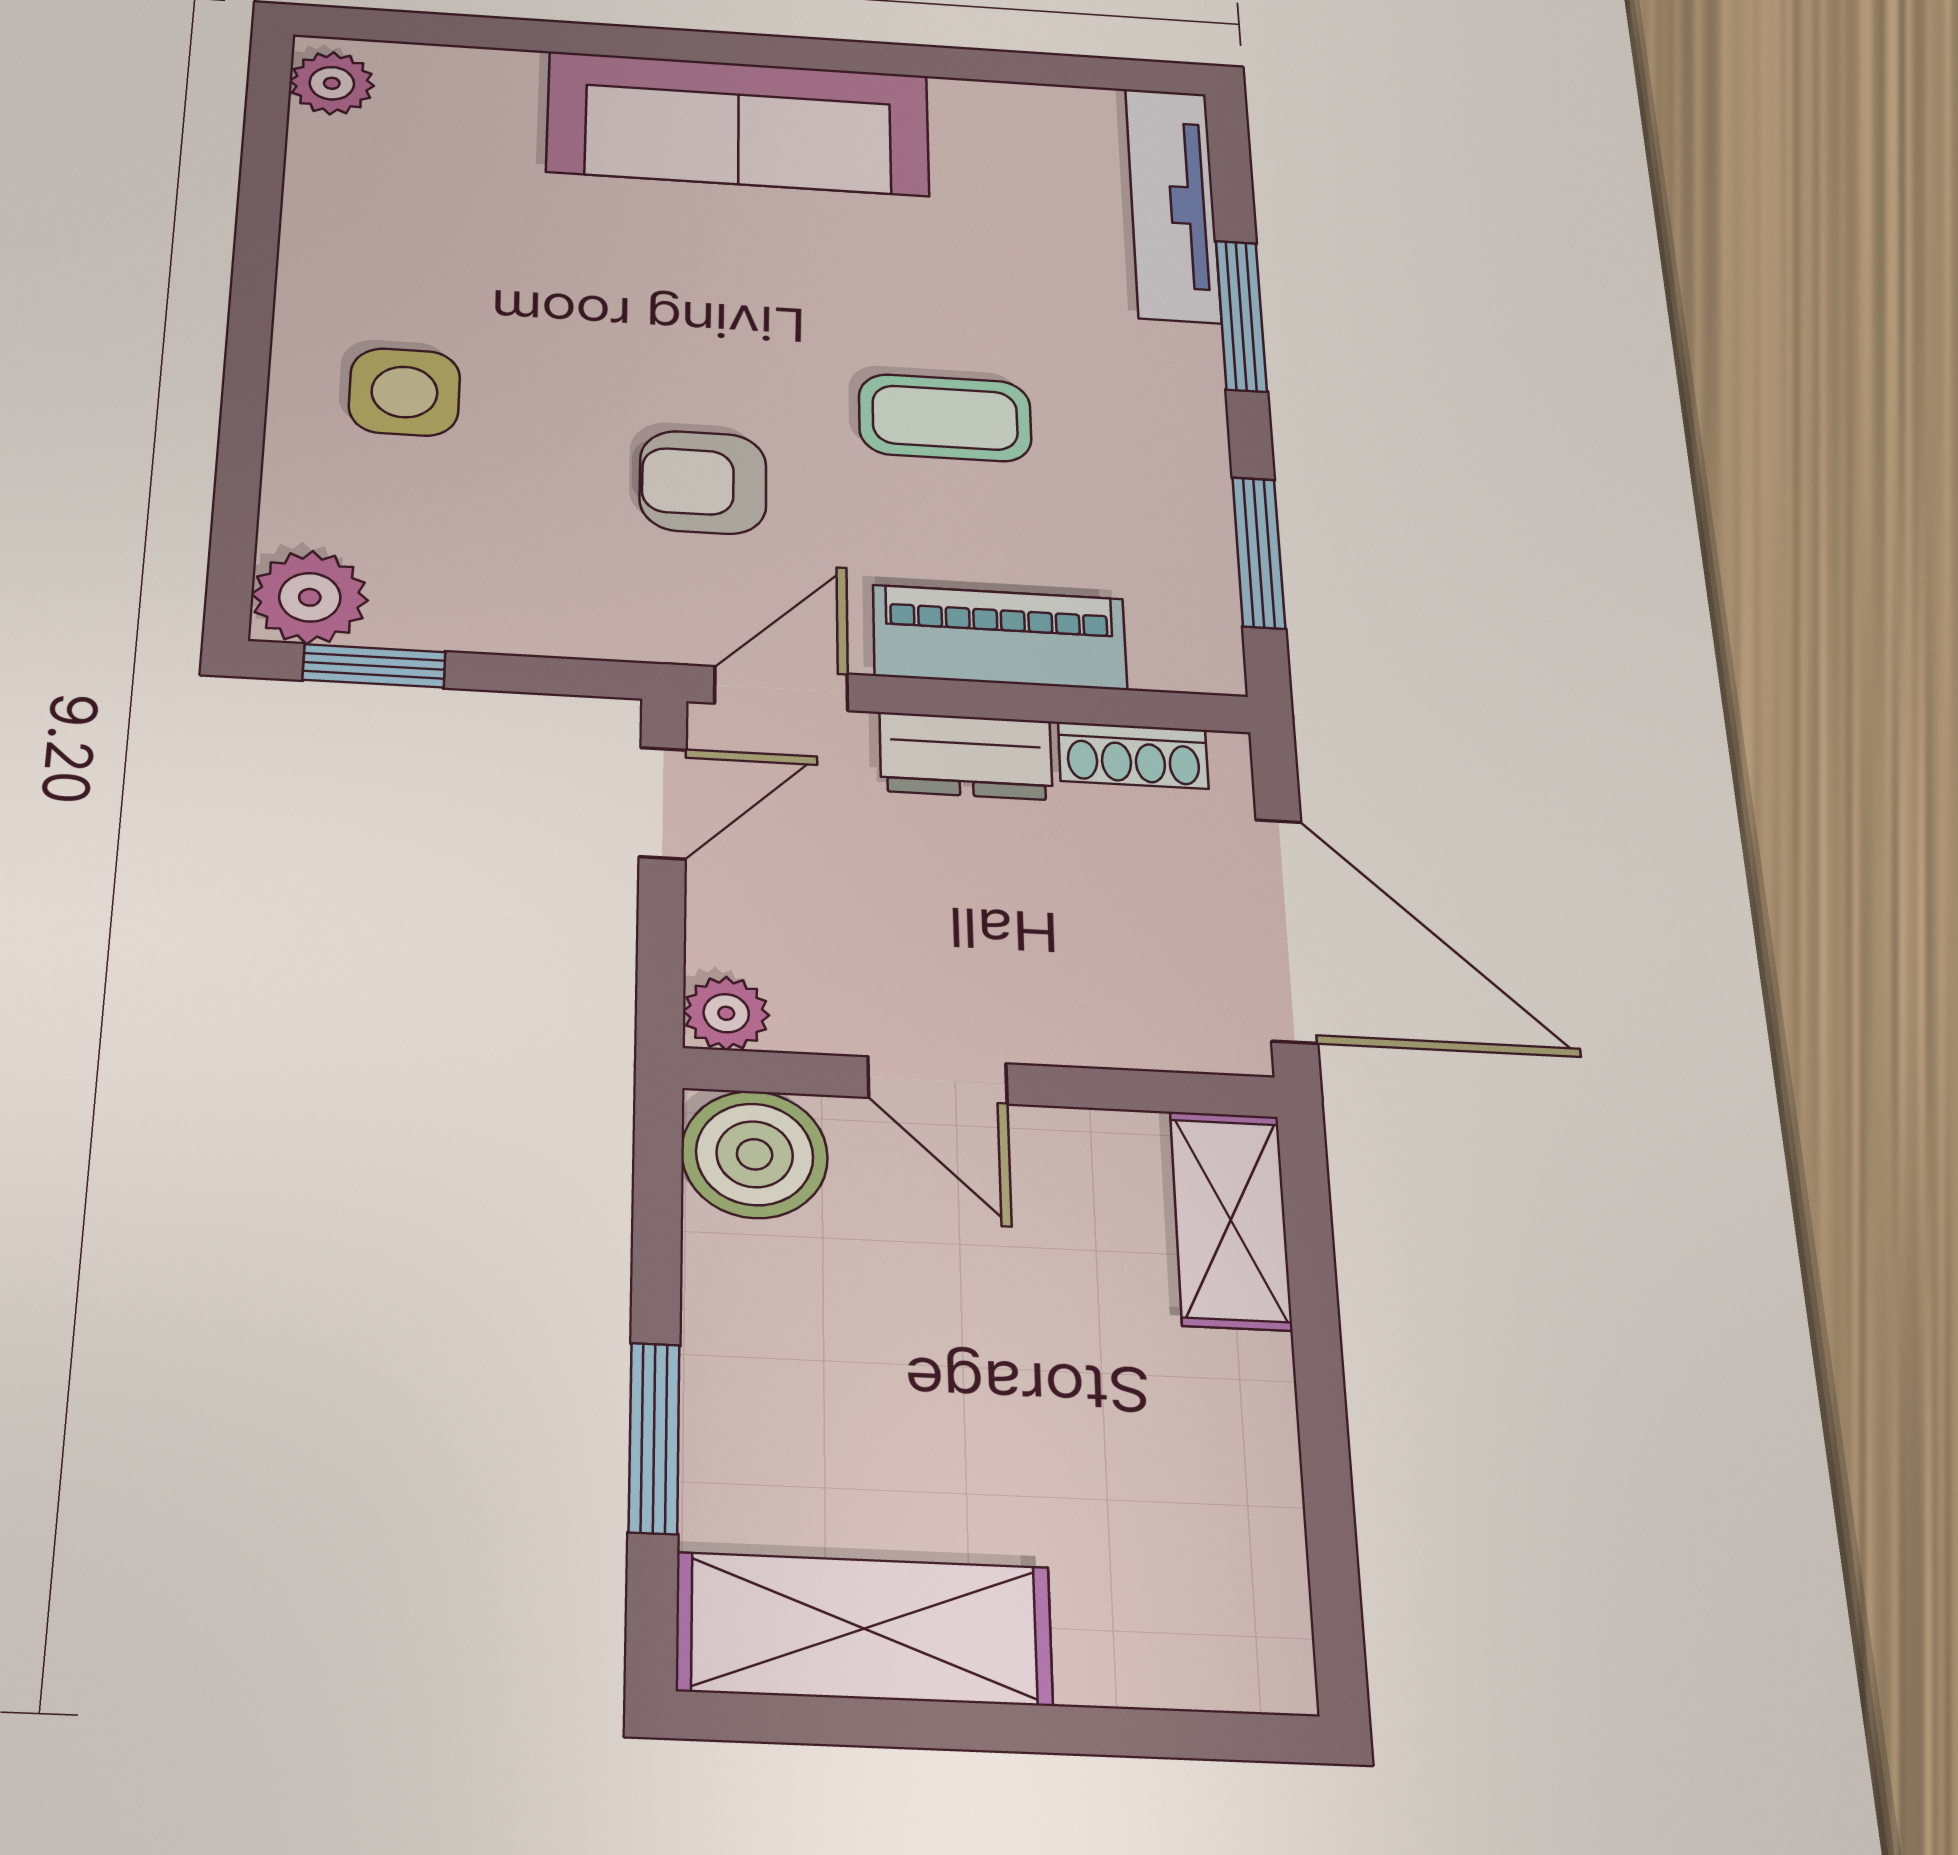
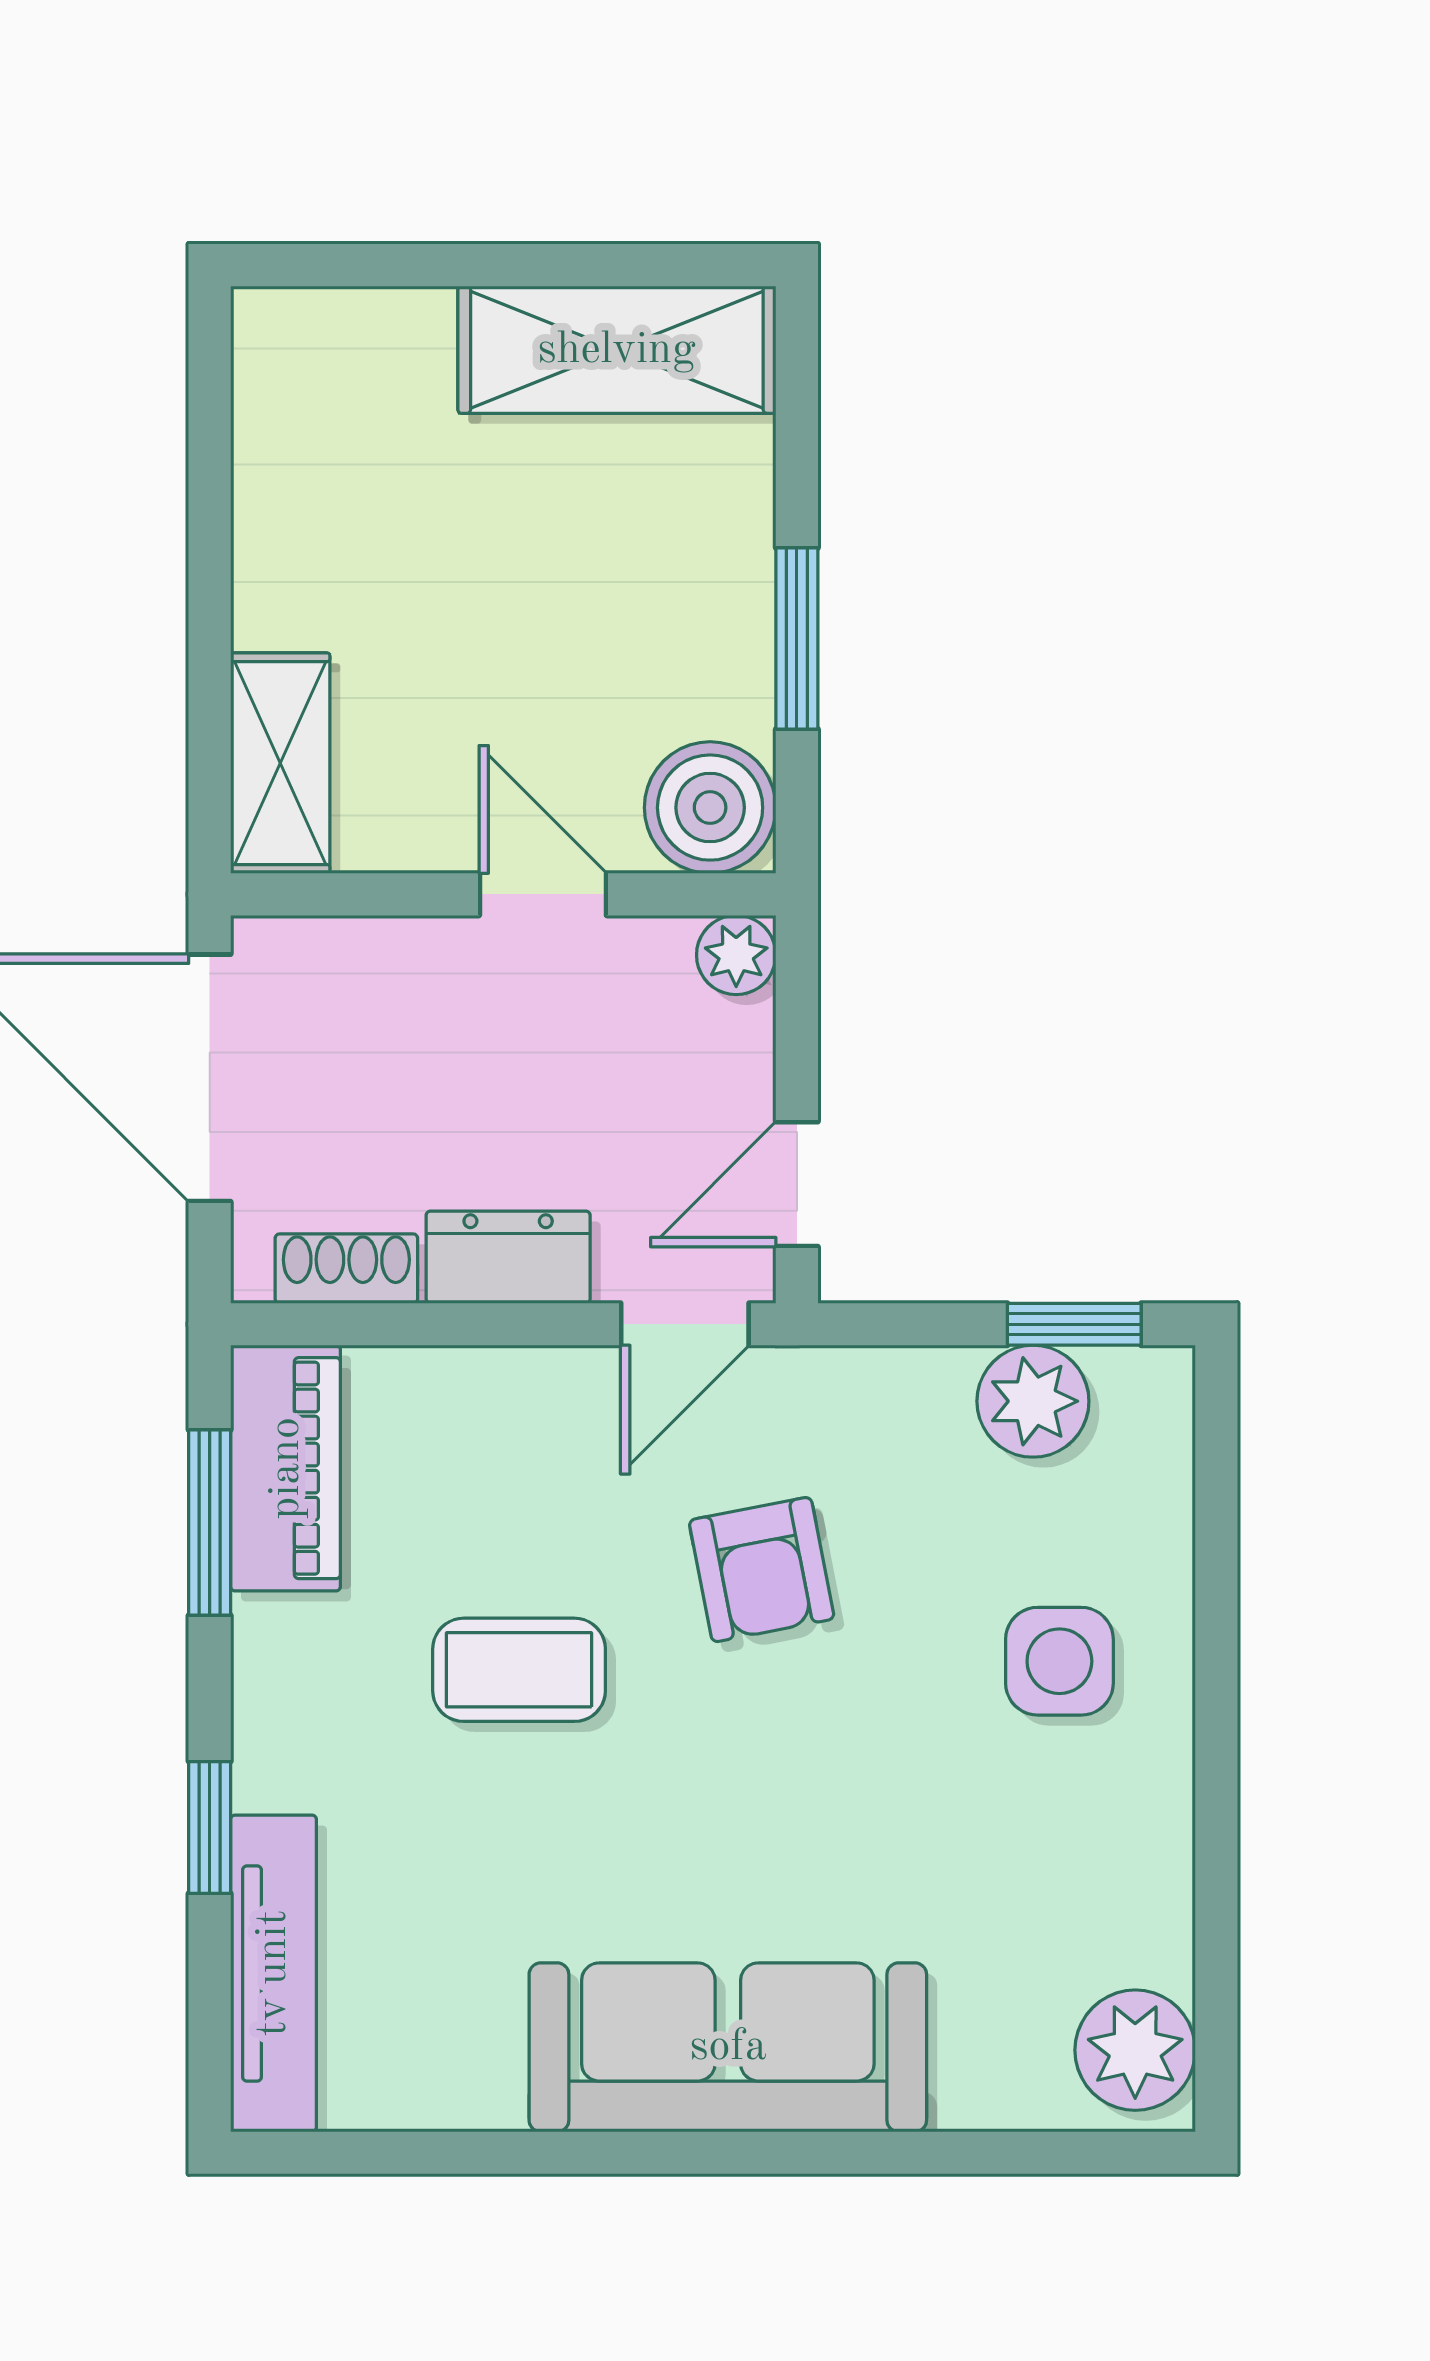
plant: (332, 83) -> (1135, 2050), width x1.38, depth x1.38
window: (1241, 316) -> (210, 1827), width x0.67
armchair: (703, 482) -> (762, 1570), turned 79
plant: (310, 597) -> (1033, 1401), moved
piano: (1000, 637) -> (286, 1468), moved, turned -90
window: (654, 1438) -> (797, 639), moved

